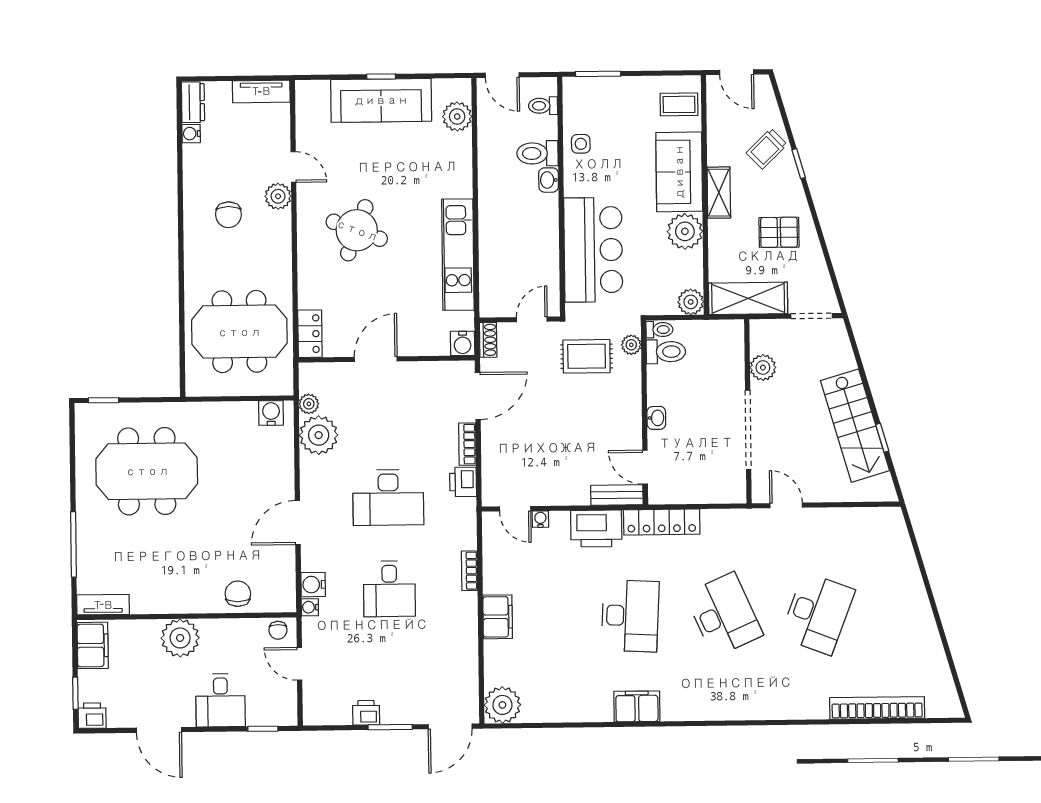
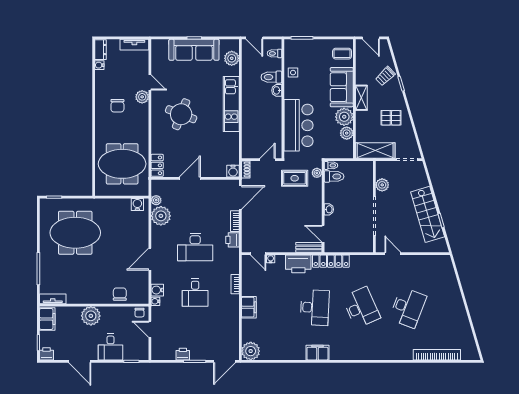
kitchen unit: (458, 255) -> (231, 104), moved
plant: (691, 302) -> (347, 133), moved

